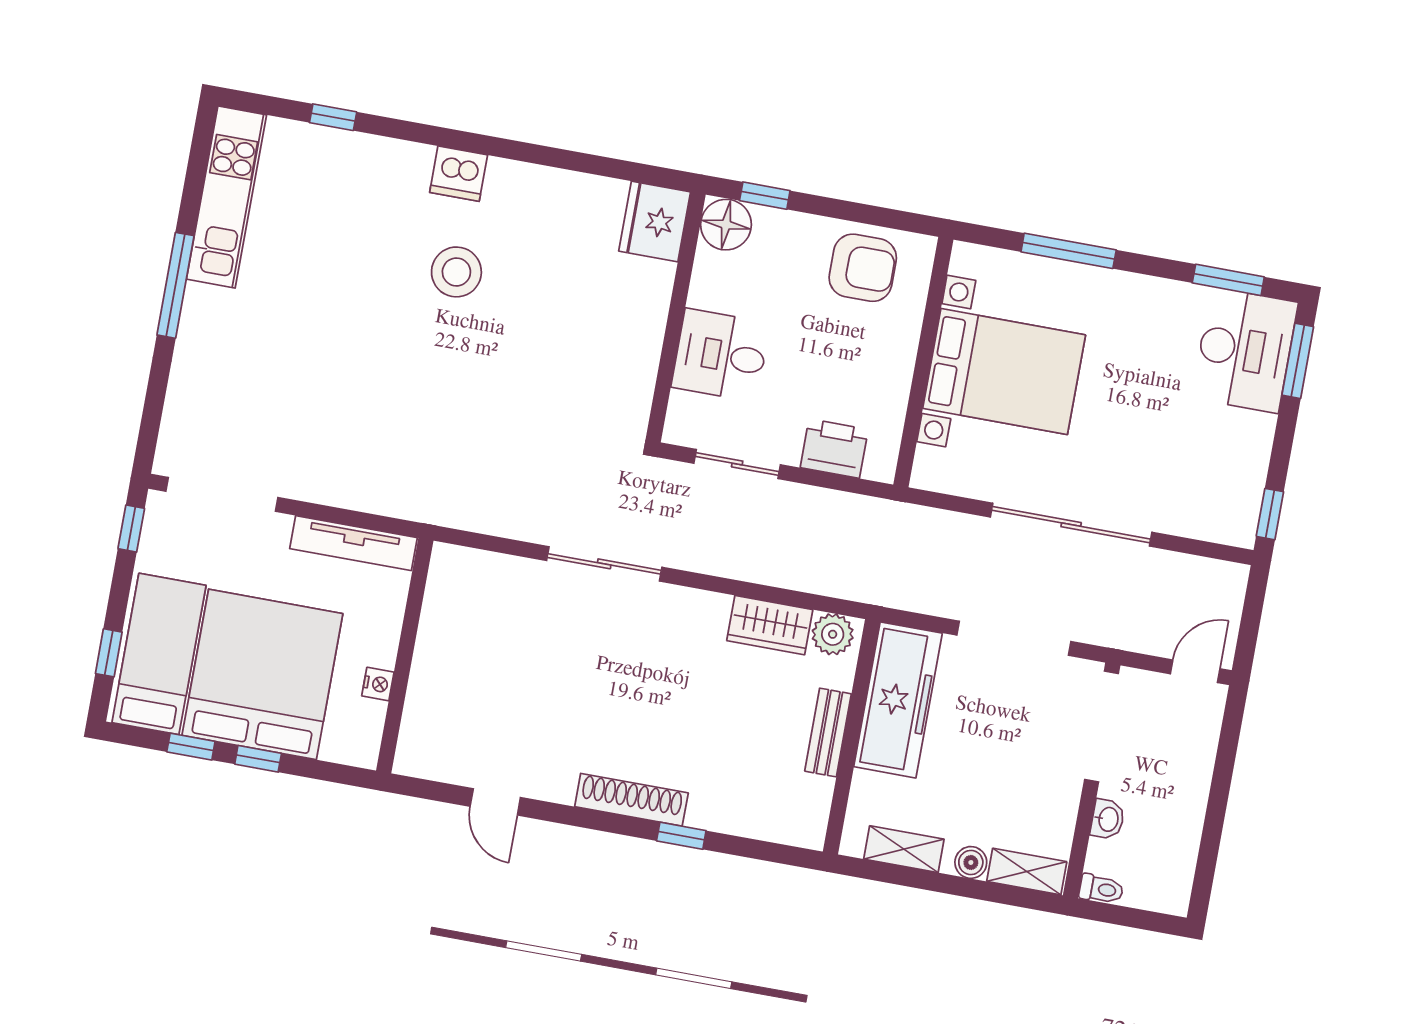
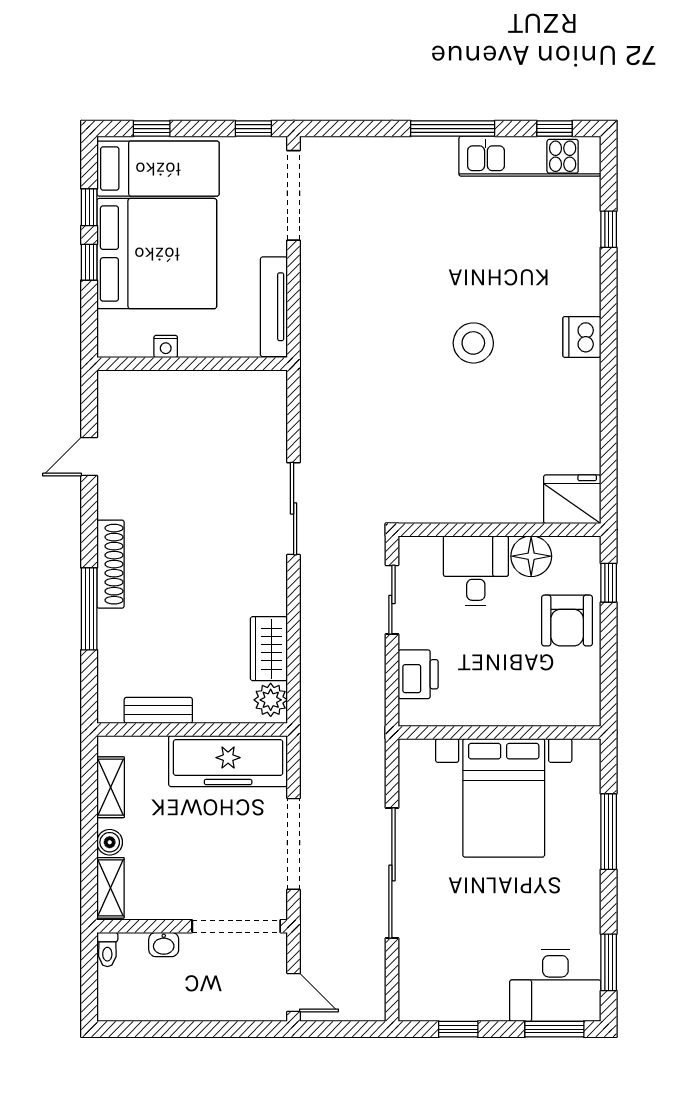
window: (198, 161) -> (555, 129), added
floor lamp: (726, 225) -> (531, 556), moved
armchair: (863, 268) -> (567, 621), moved
stool: (456, 272) -> (473, 343), moved
window: (1270, 514) -> (458, 1029), moved
bench: (828, 733) -> (158, 710), moved
window: (681, 836) -> (89, 609), width x2.17

